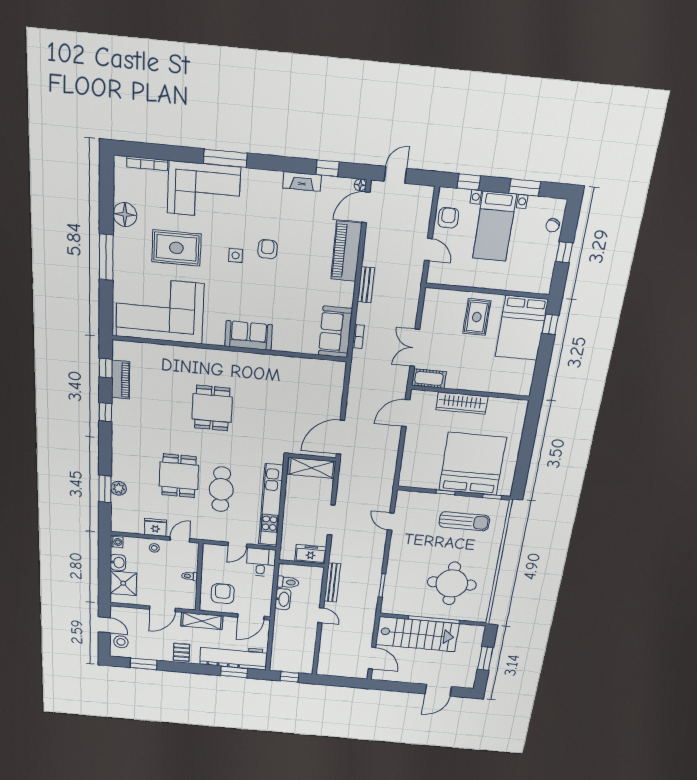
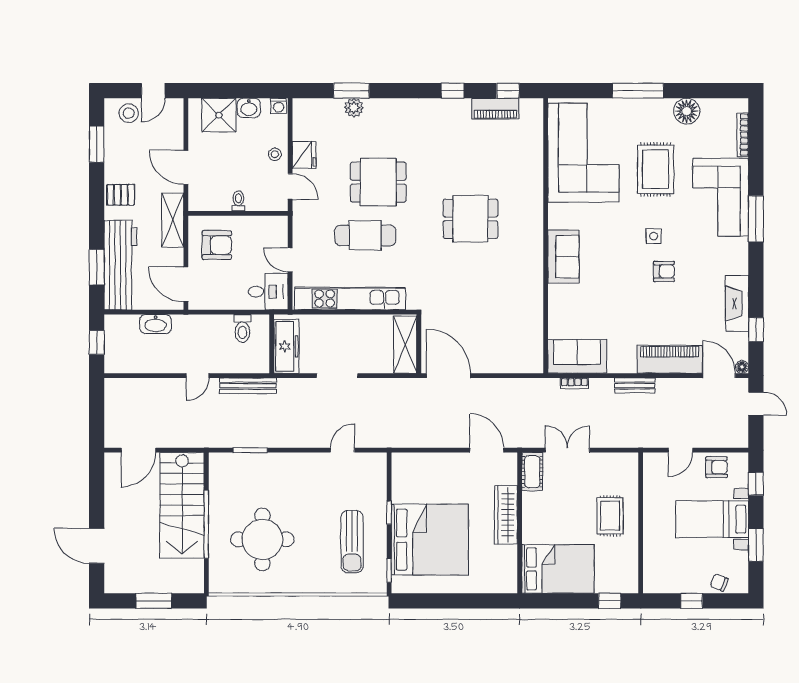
fireplace: (302, 181) -> (737, 304), width x1.37, depth x1.32
rug: (477, 317) -> (610, 516), turned 90
bed: (522, 328) -> (558, 569), moved, turned 180
freezer: (311, 554) -> (286, 346), width x1.40
washbasin: (283, 599) -> (155, 324), moved

